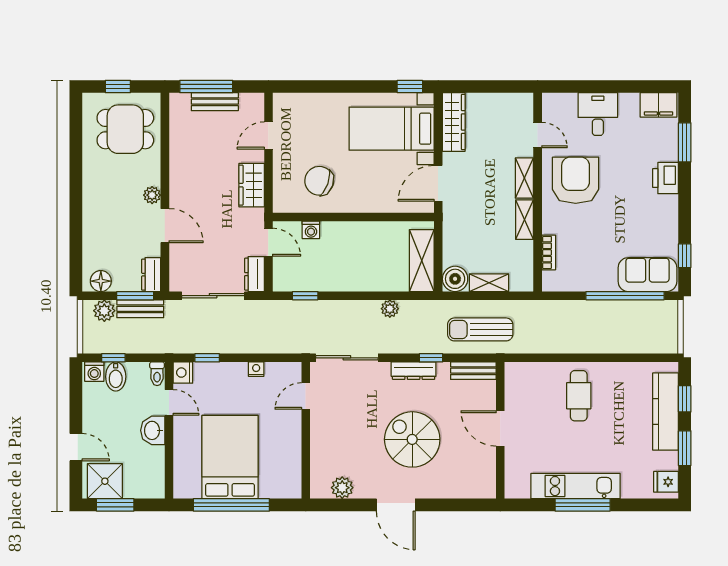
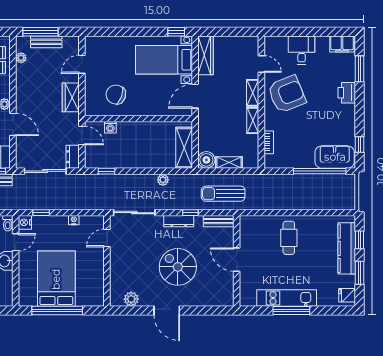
plant: (177, 126) -> (21, 58), added
armchair: (576, 180) -> (287, 94), turned 68
door: (169, 402) -> (16, 242), hinge flipped

